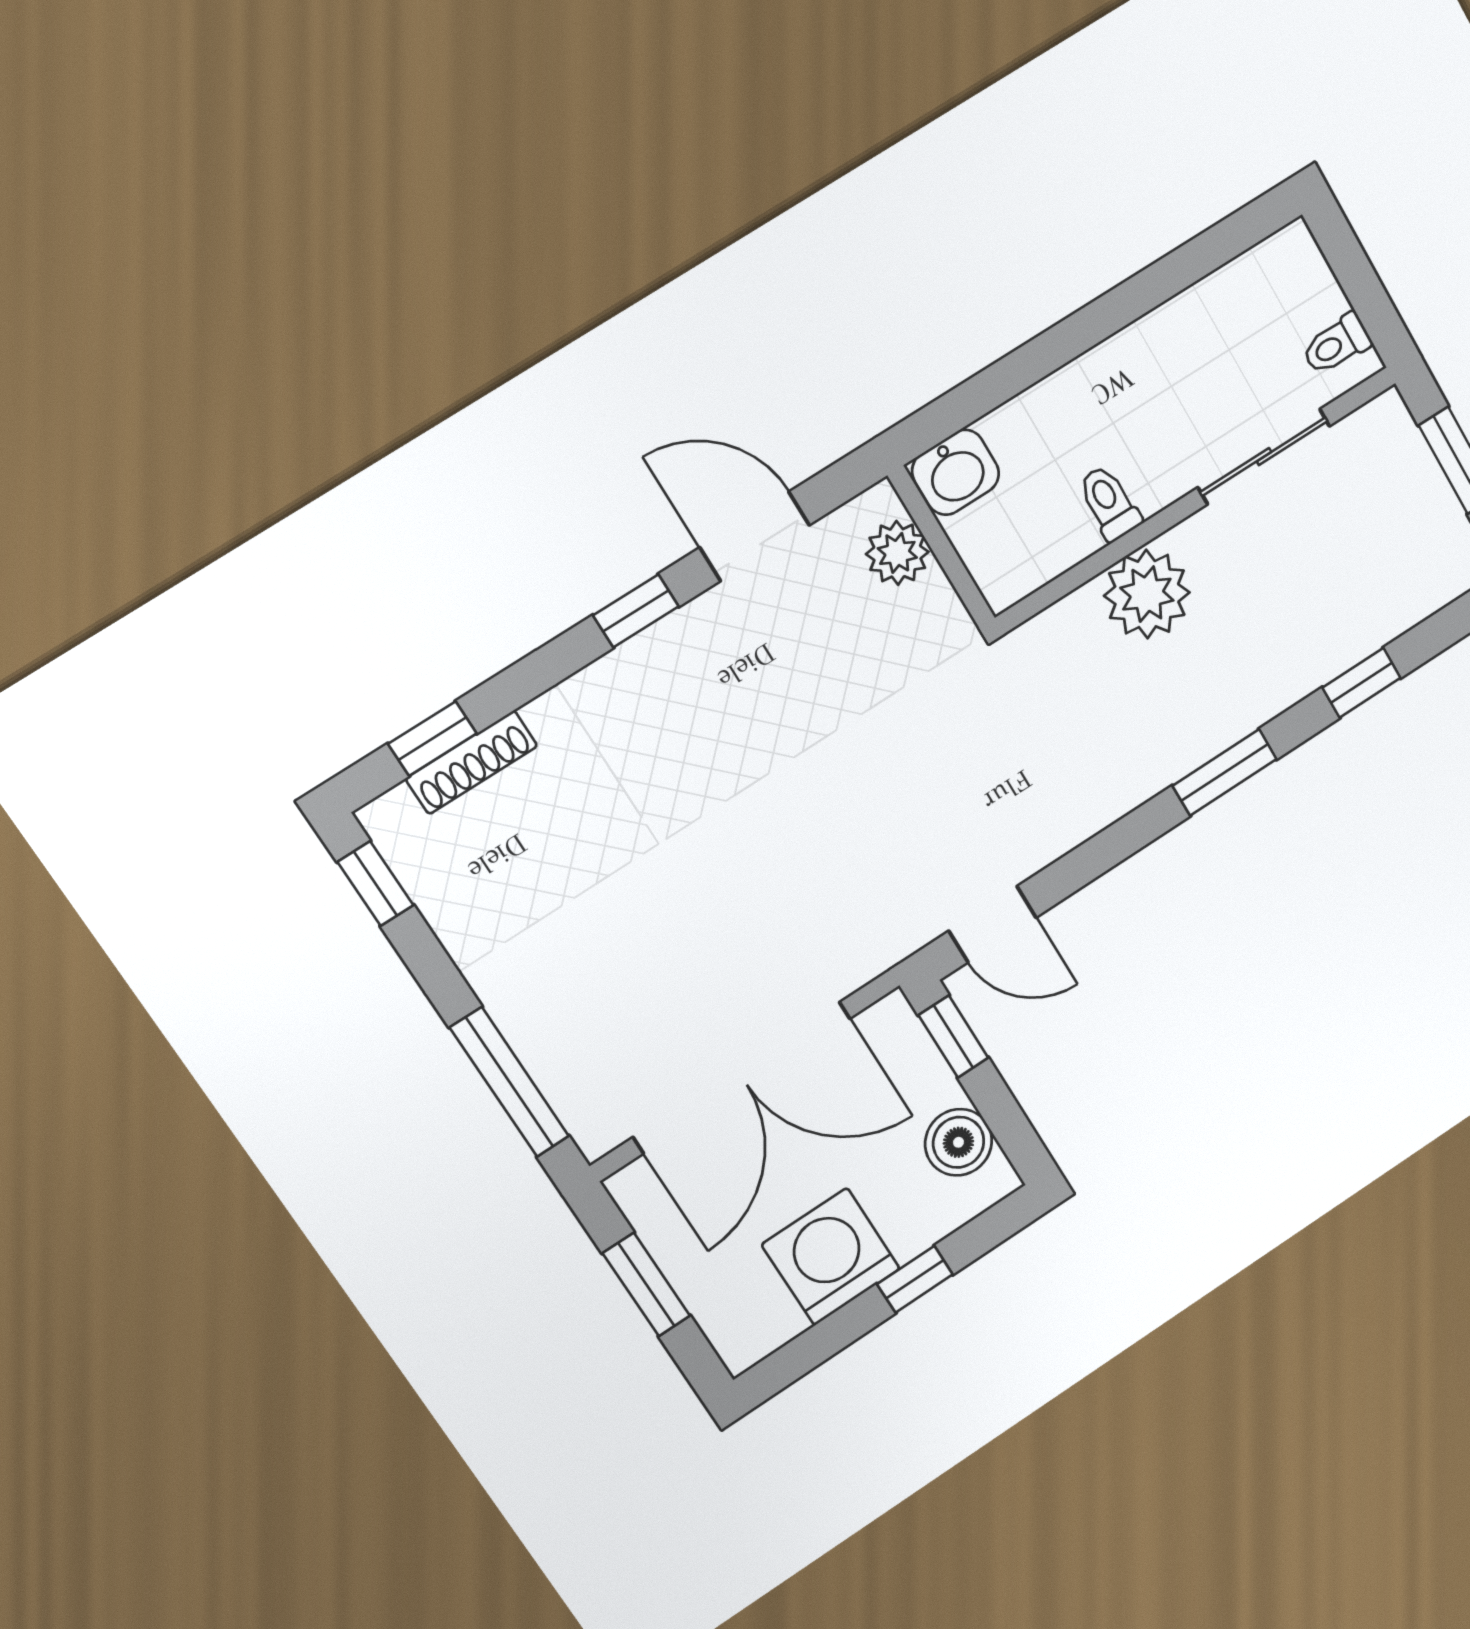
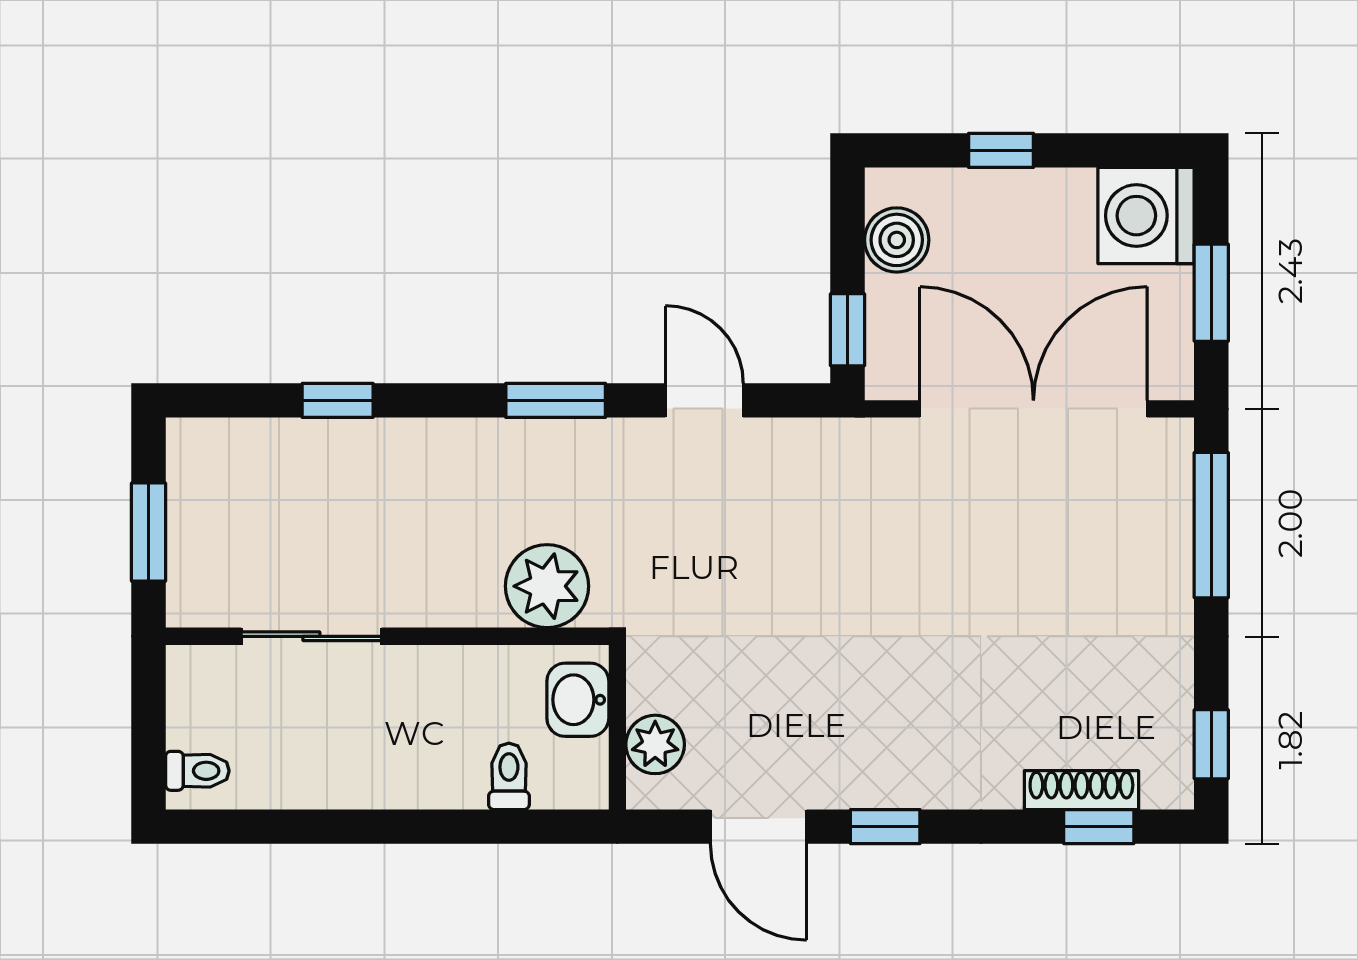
toilet: (1337, 344) -> (197, 771), moved
washbasin: (955, 472) -> (578, 700), moved, turned -90
toilet: (1109, 503) -> (509, 776), moved, turned 180
plant: (1147, 594) -> (547, 586), moved
window: (1225, 772) -> (556, 400), moved
door: (992, 924) -> (704, 400), moved
washing machine: (831, 1257) -> (1146, 216), moved, turned 90

